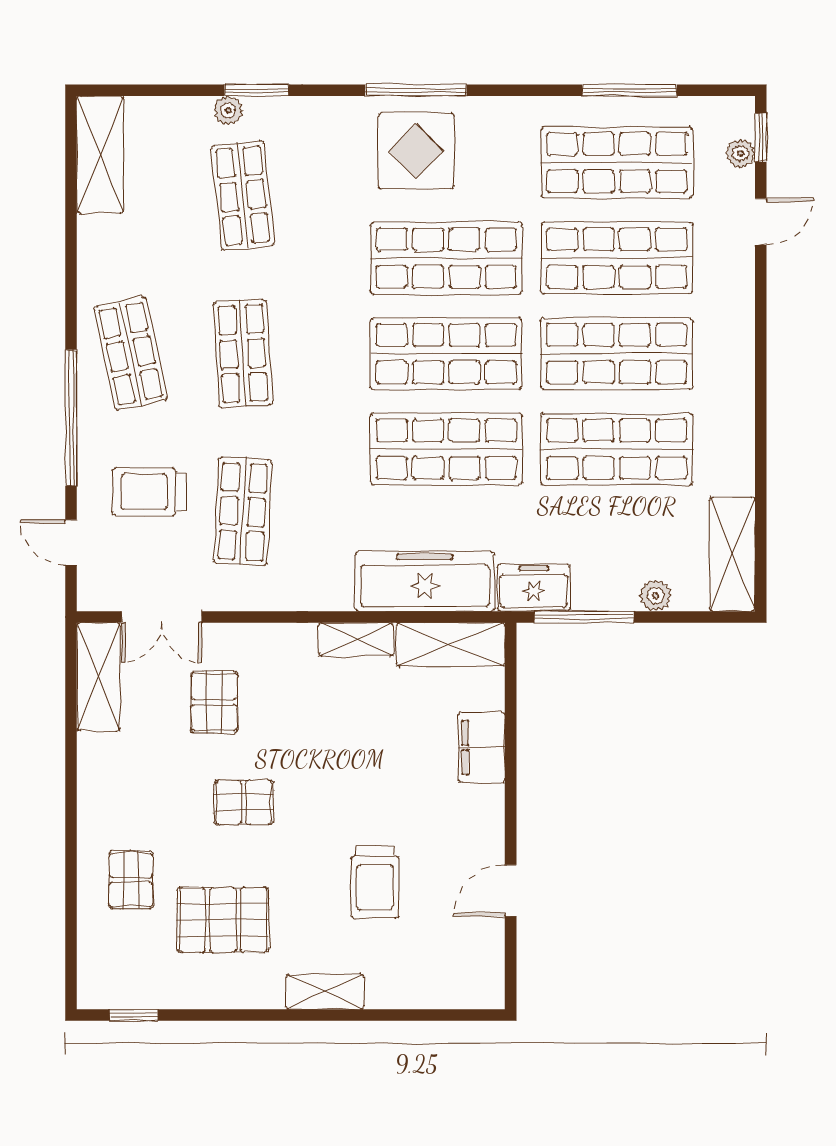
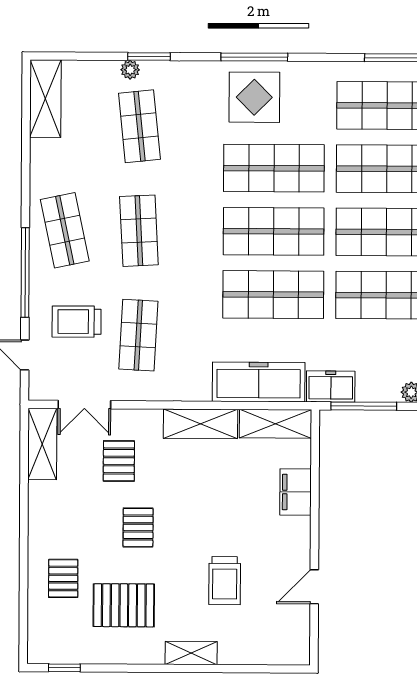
shelving: (356, 639) -> (200, 424), width x1.50, depth x1.33
pallet: (244, 802) -> (138, 527), turned 90

